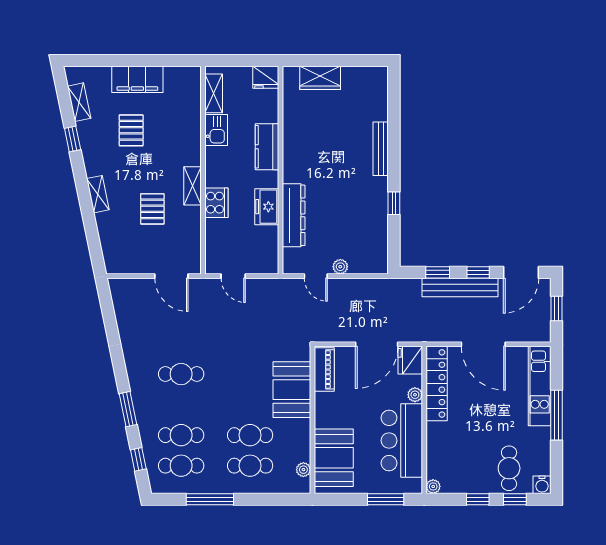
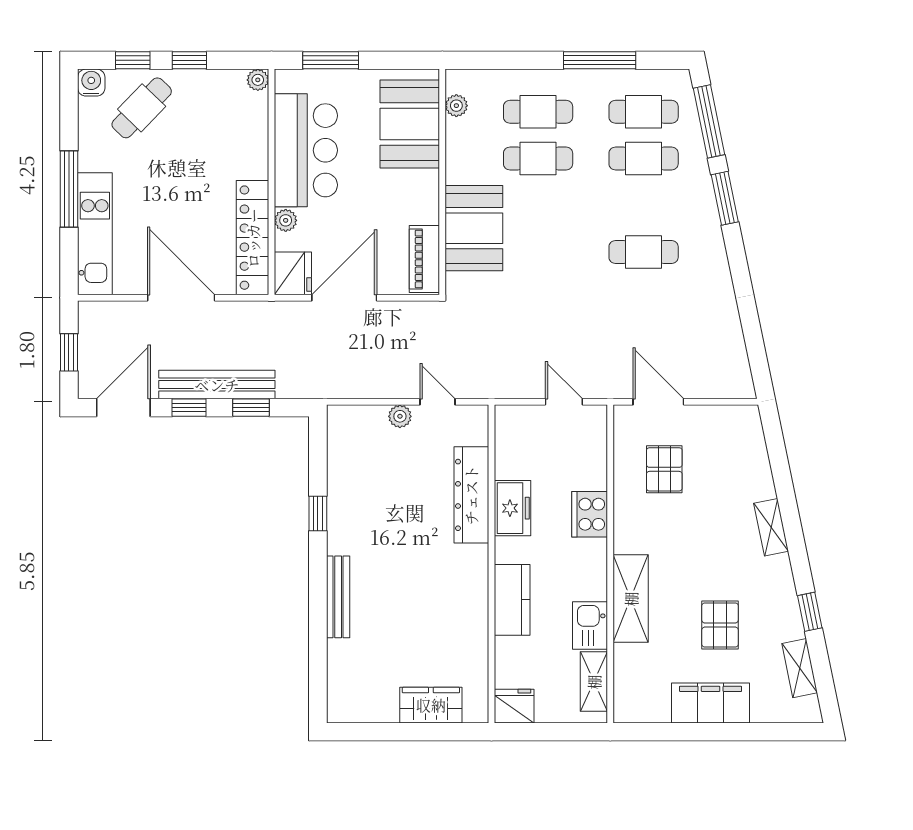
shelving: (192, 186) -> (631, 599), moved, width x1.50, depth x1.33
pallet: (152, 209) -> (664, 469), moved
window: (138, 459) -> (709, 121), width x2.17
cafe table: (509, 468) -> (142, 108), turned 44

